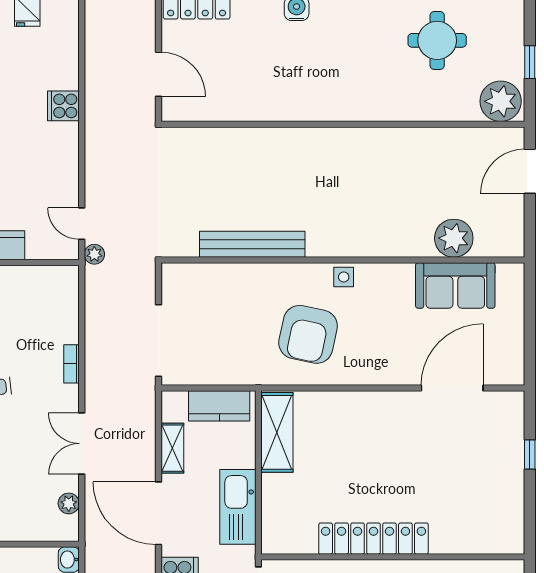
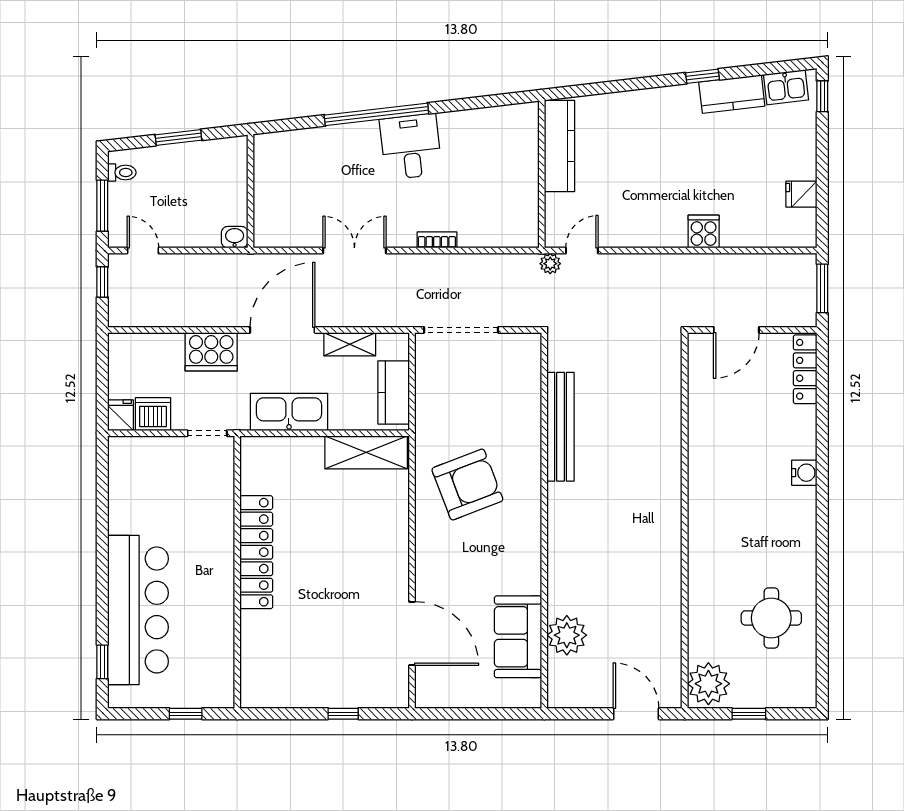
side table: (344, 277) -> (527, 521), removed
armchair: (308, 334) -> (467, 485), turned 147
plant: (69, 503) -> (293, 237), removed

